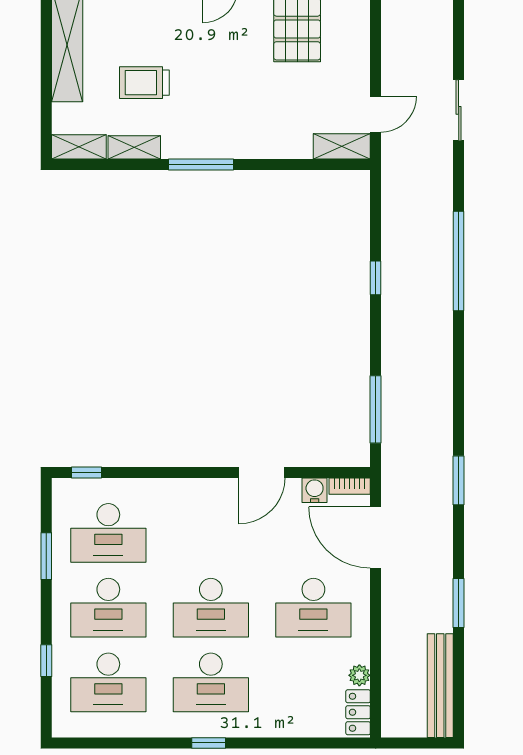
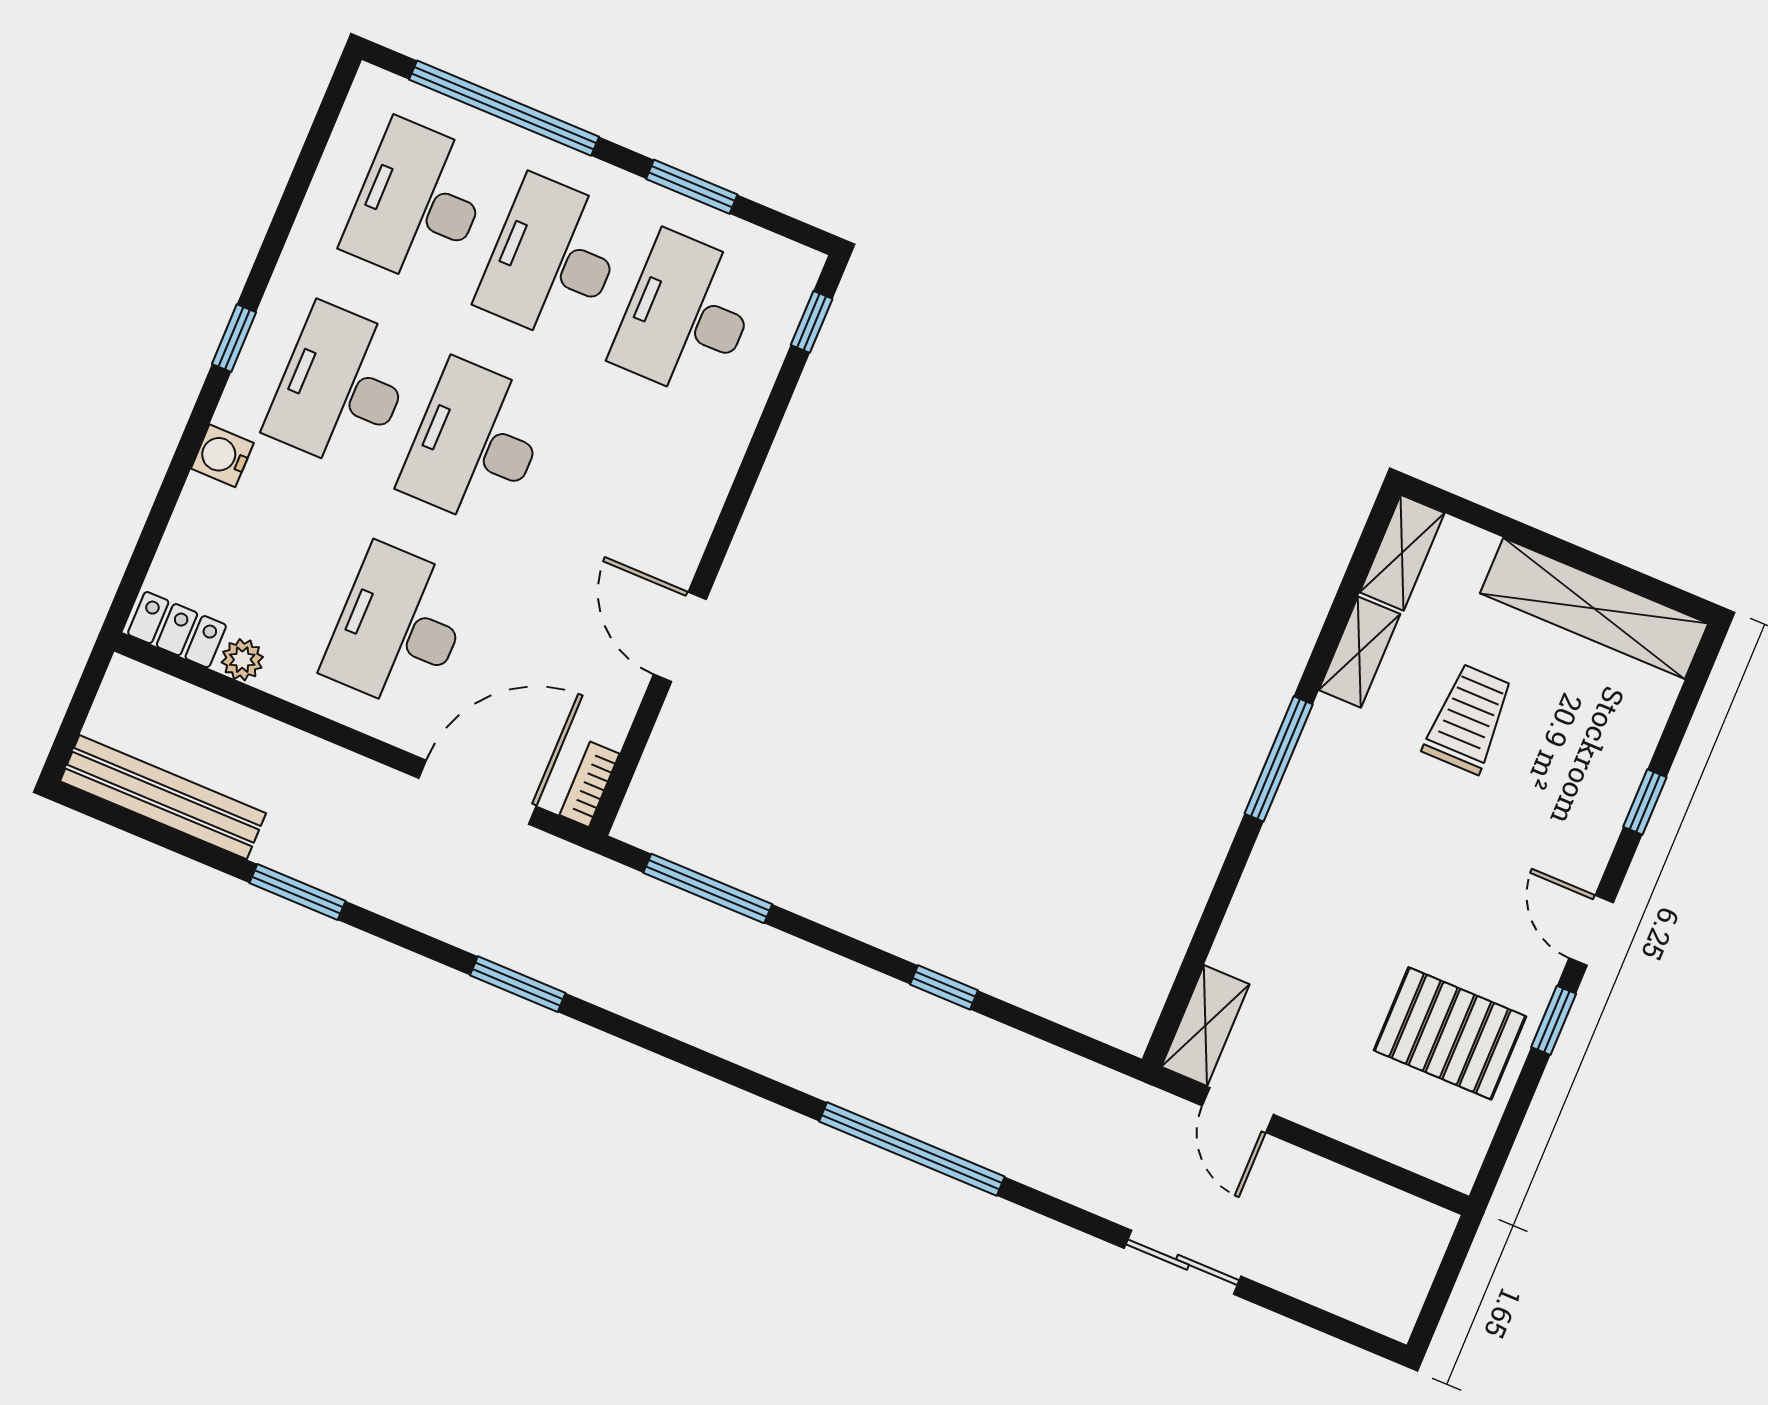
water cooler: (315, 490) -> (222, 456), moved, turned 180
window: (46, 661) -> (504, 108), width x3.17

